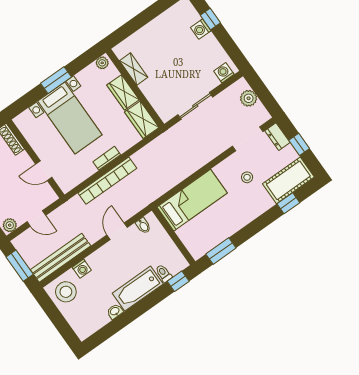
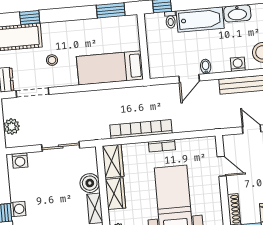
boiler: (151, 89) -> (90, 183), added
bookcase: (107, 181) -> (141, 129), moved
bidet: (143, 226) -> (206, 67), moved
washbasin: (115, 311) -> (237, 13), width x1.91, depth x1.45

